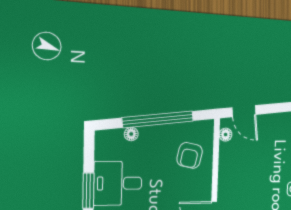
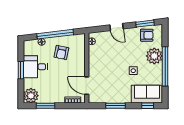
door: (244, 111) -> (117, 27), moved
armchair: (190, 155) -> (61, 52), moved

